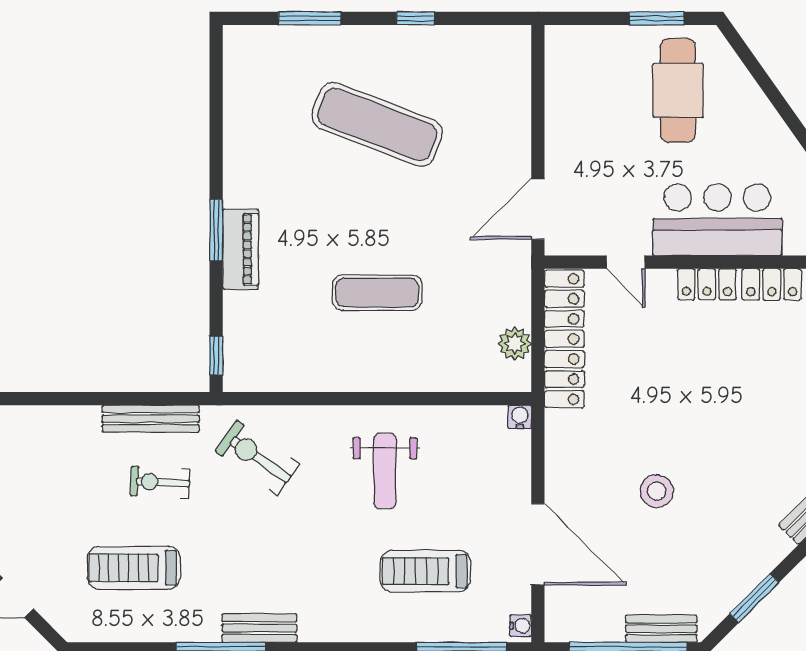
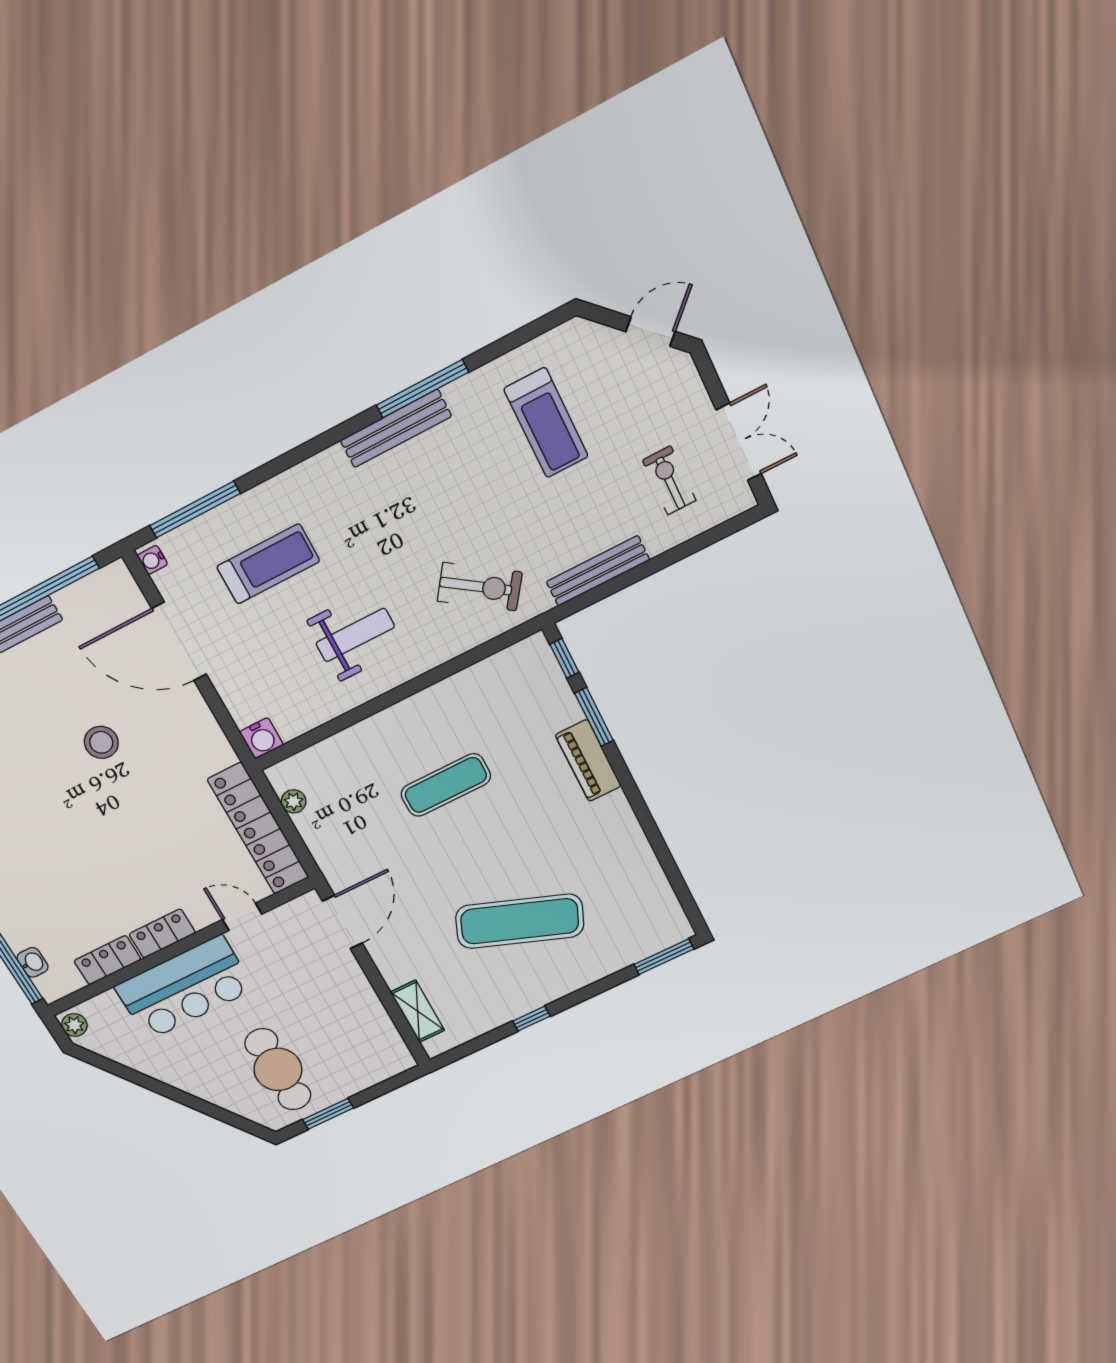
window: (310, 18) -> (664, 957), moved
shelving: (517, 82) -> (418, 1011), added
window: (216, 230) -> (594, 717), moved
plant: (515, 344) -> (294, 801), width x0.73, depth x0.73
water cooler: (520, 417) -> (262, 738), width x1.38, depth x1.38
weight bench: (385, 471) -> (355, 635), turned 90
exercise bike: (160, 482) -> (669, 480), moved, turned -93
treadmill: (134, 568) -> (546, 423), turned 90
bench: (259, 628) -> (396, 428), width x1.36

